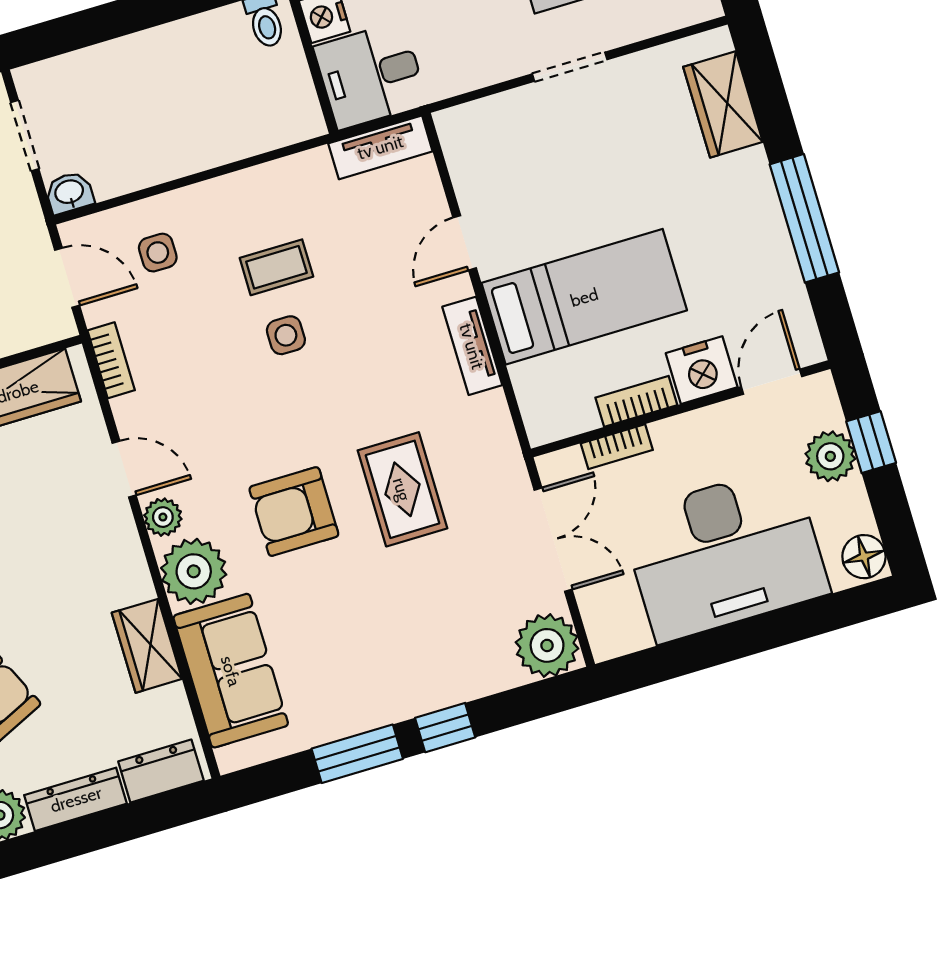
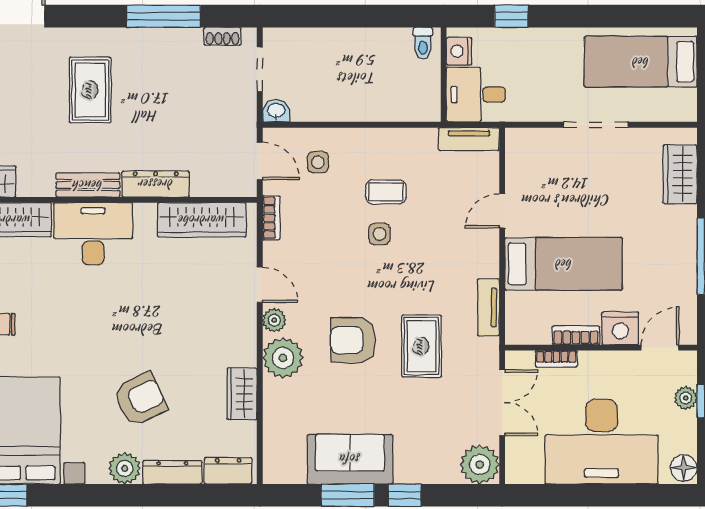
doorway: (570, 67) -> (596, 125), width x1.38
tv unit: (472, 346) -> (488, 307), moved
plant: (830, 456) -> (686, 398), width x0.73, depth x0.73
sofa: (231, 671) -> (350, 459), moved, turned -90

